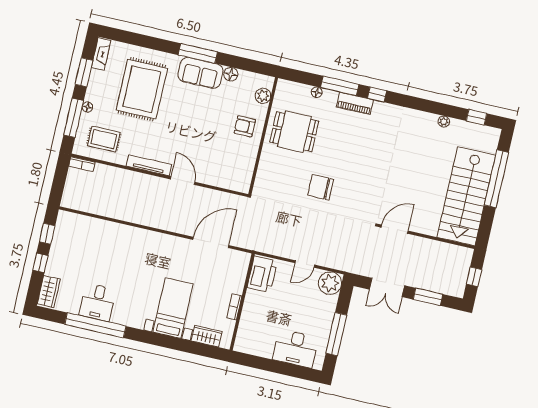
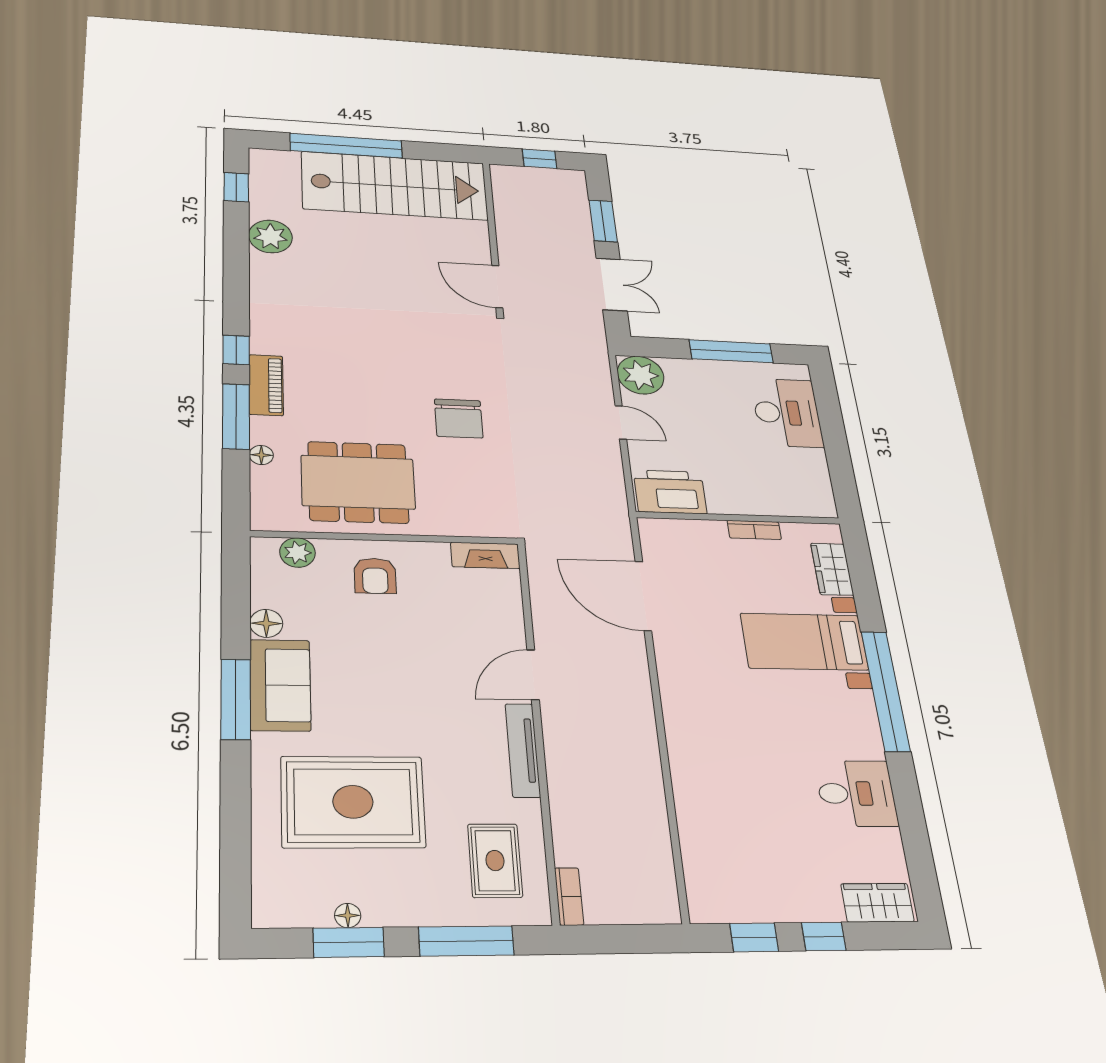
fireplace: (101, 54) -> (485, 555), moved, turned 180
floor lamp: (87, 107) -> (348, 916), moved
plant: (444, 122) -> (270, 236), width x1.87, depth x1.87
dining table: (294, 132) -> (358, 482), width x1.38
window: (95, 325) -> (885, 691), moved

